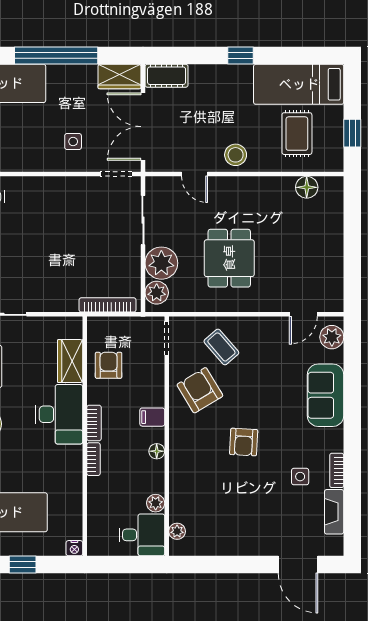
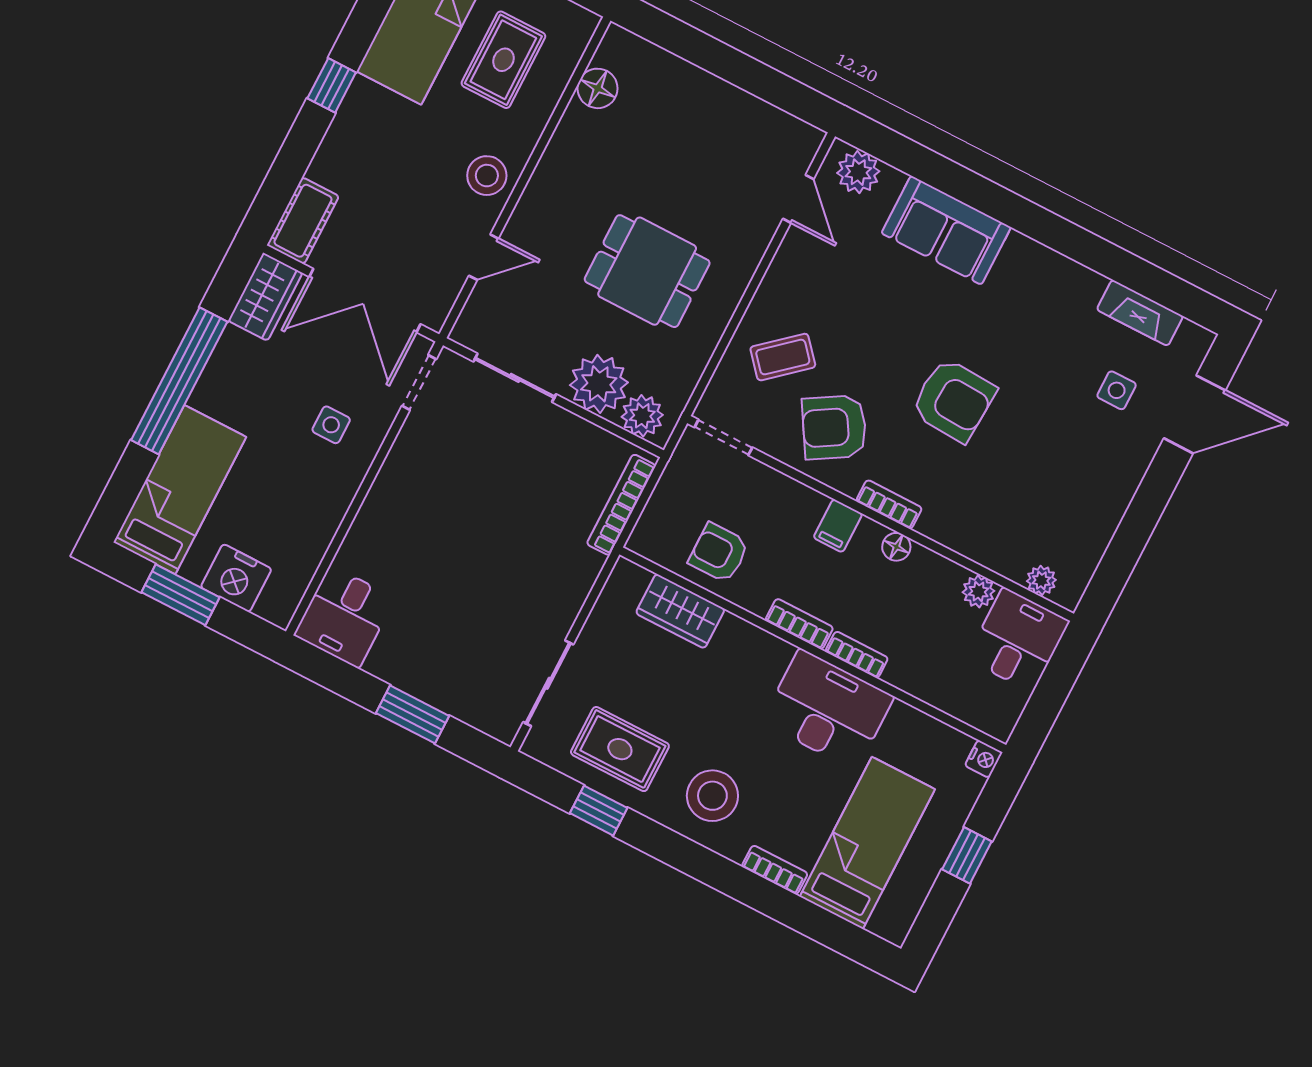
rug: (297, 134) -> (503, 60), turned 90
desk: (59, 414) -> (828, 709), moved
armchair: (244, 442) -> (953, 400), width x1.38, depth x1.38
bookcase: (337, 470) -> (889, 504), moved, turned 180
side table: (300, 477) -> (1117, 390), moved

